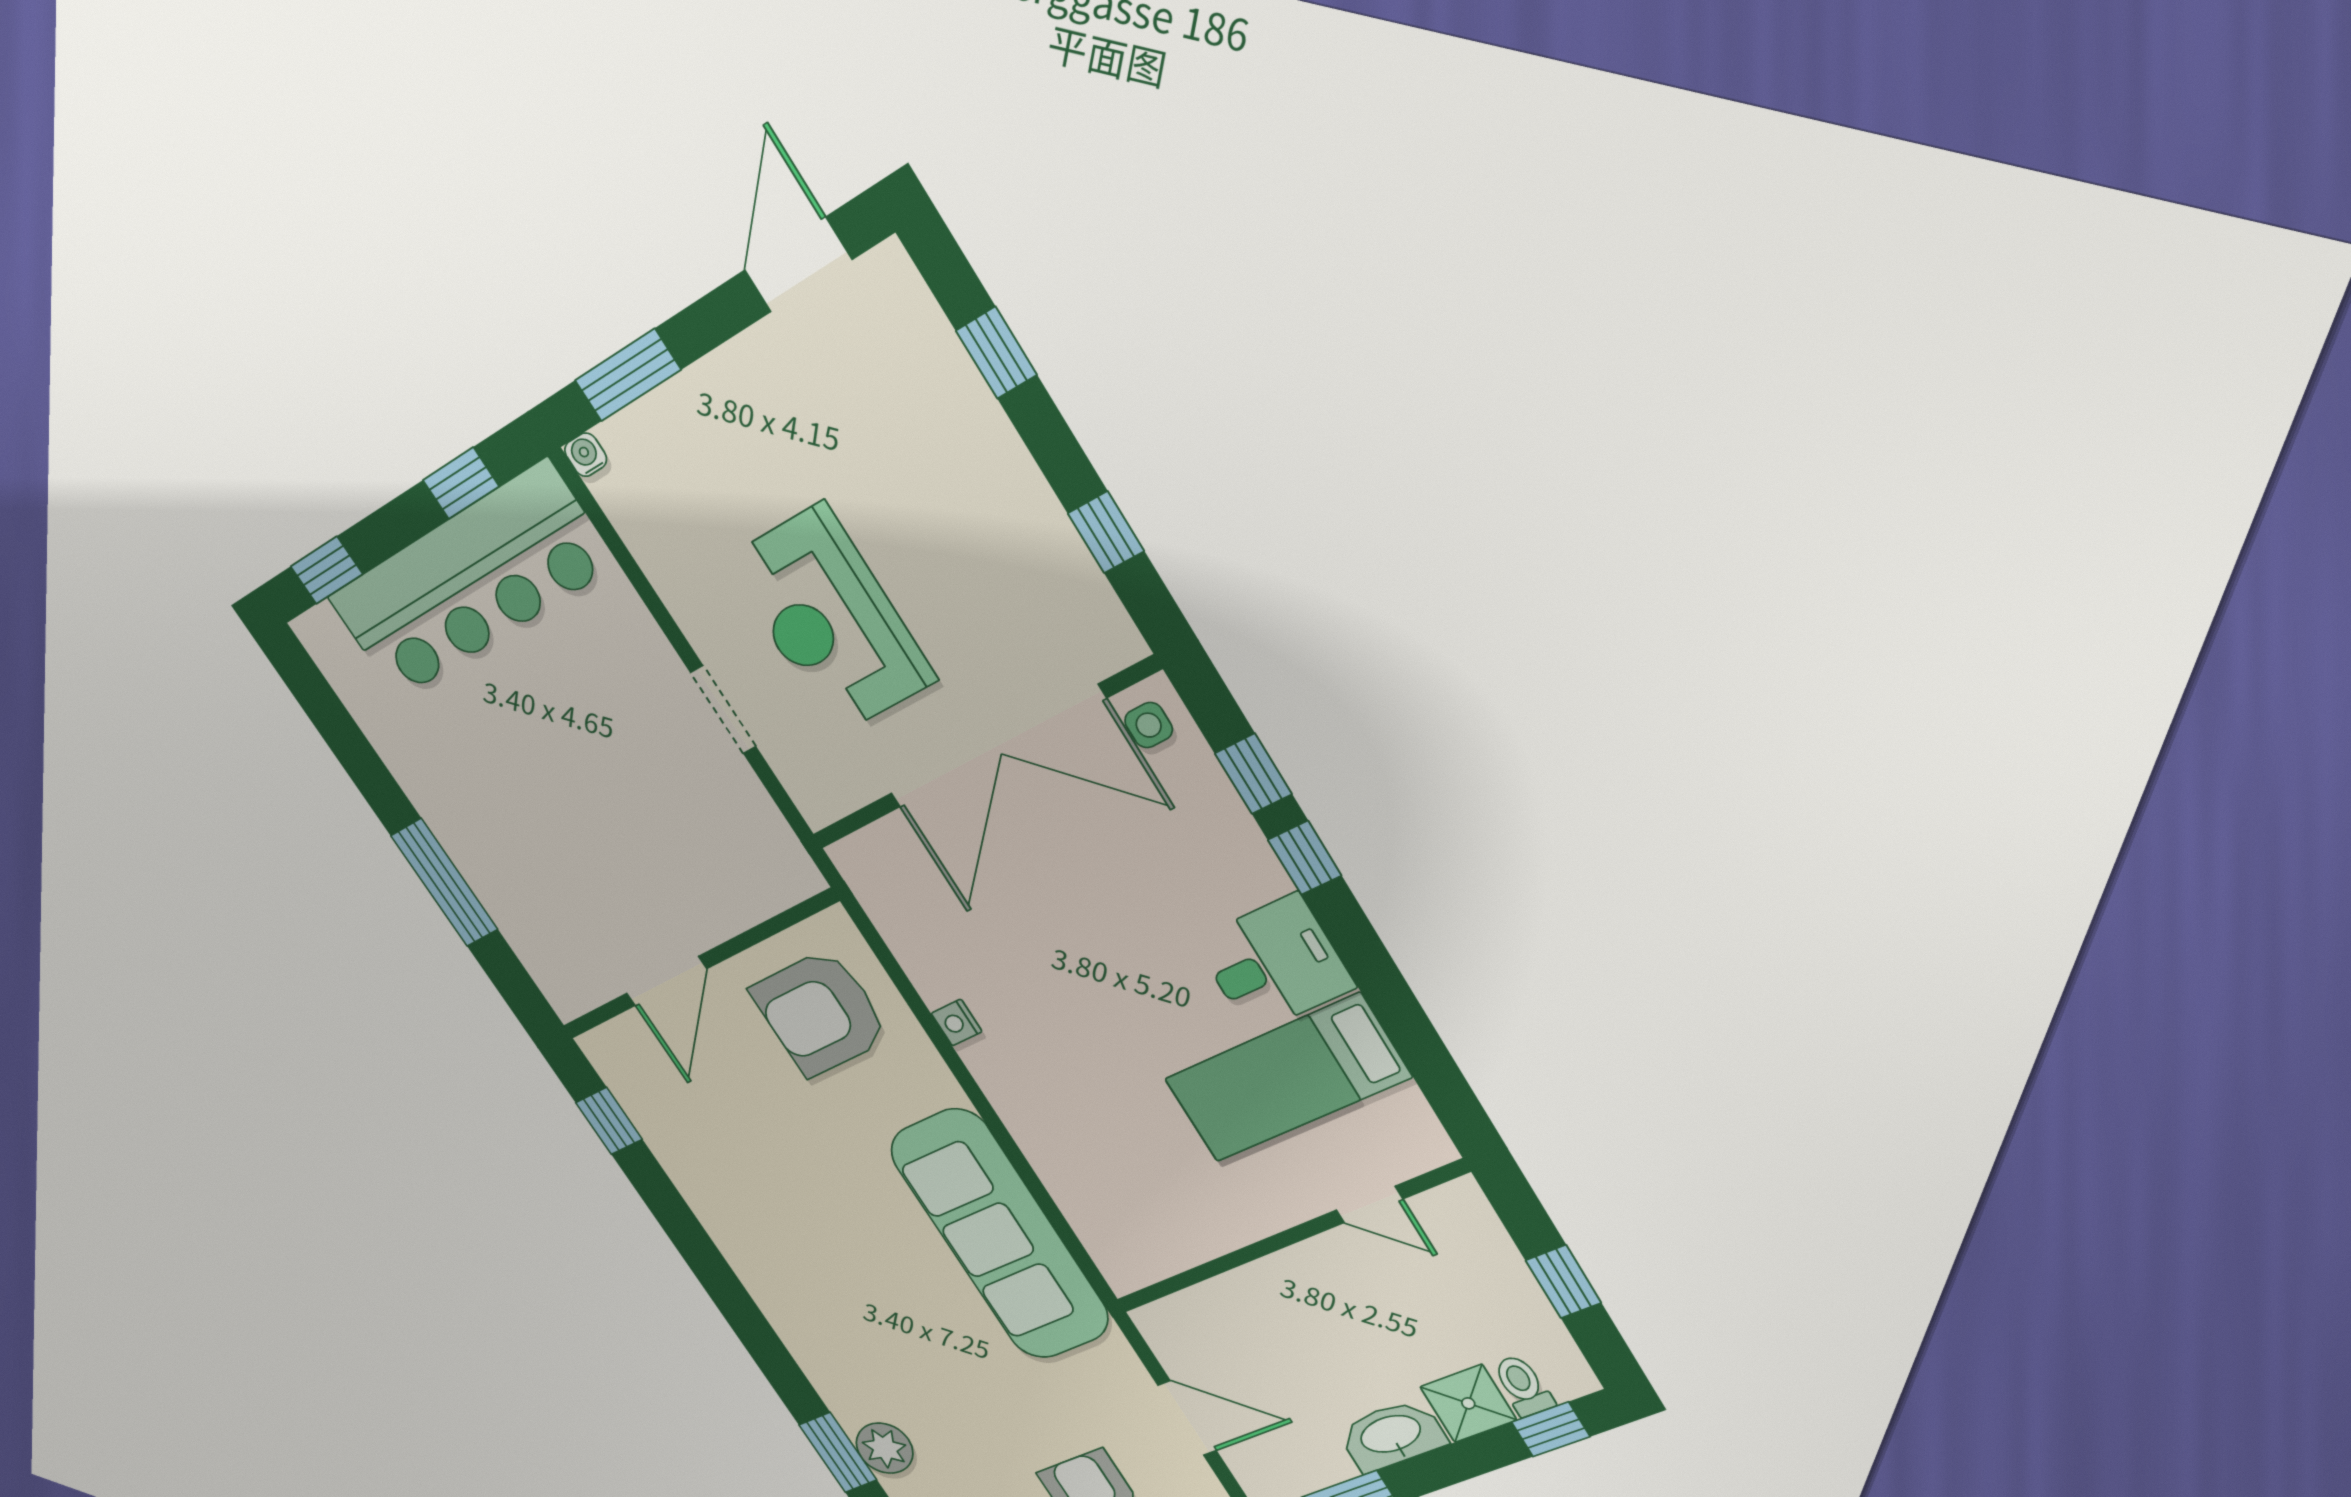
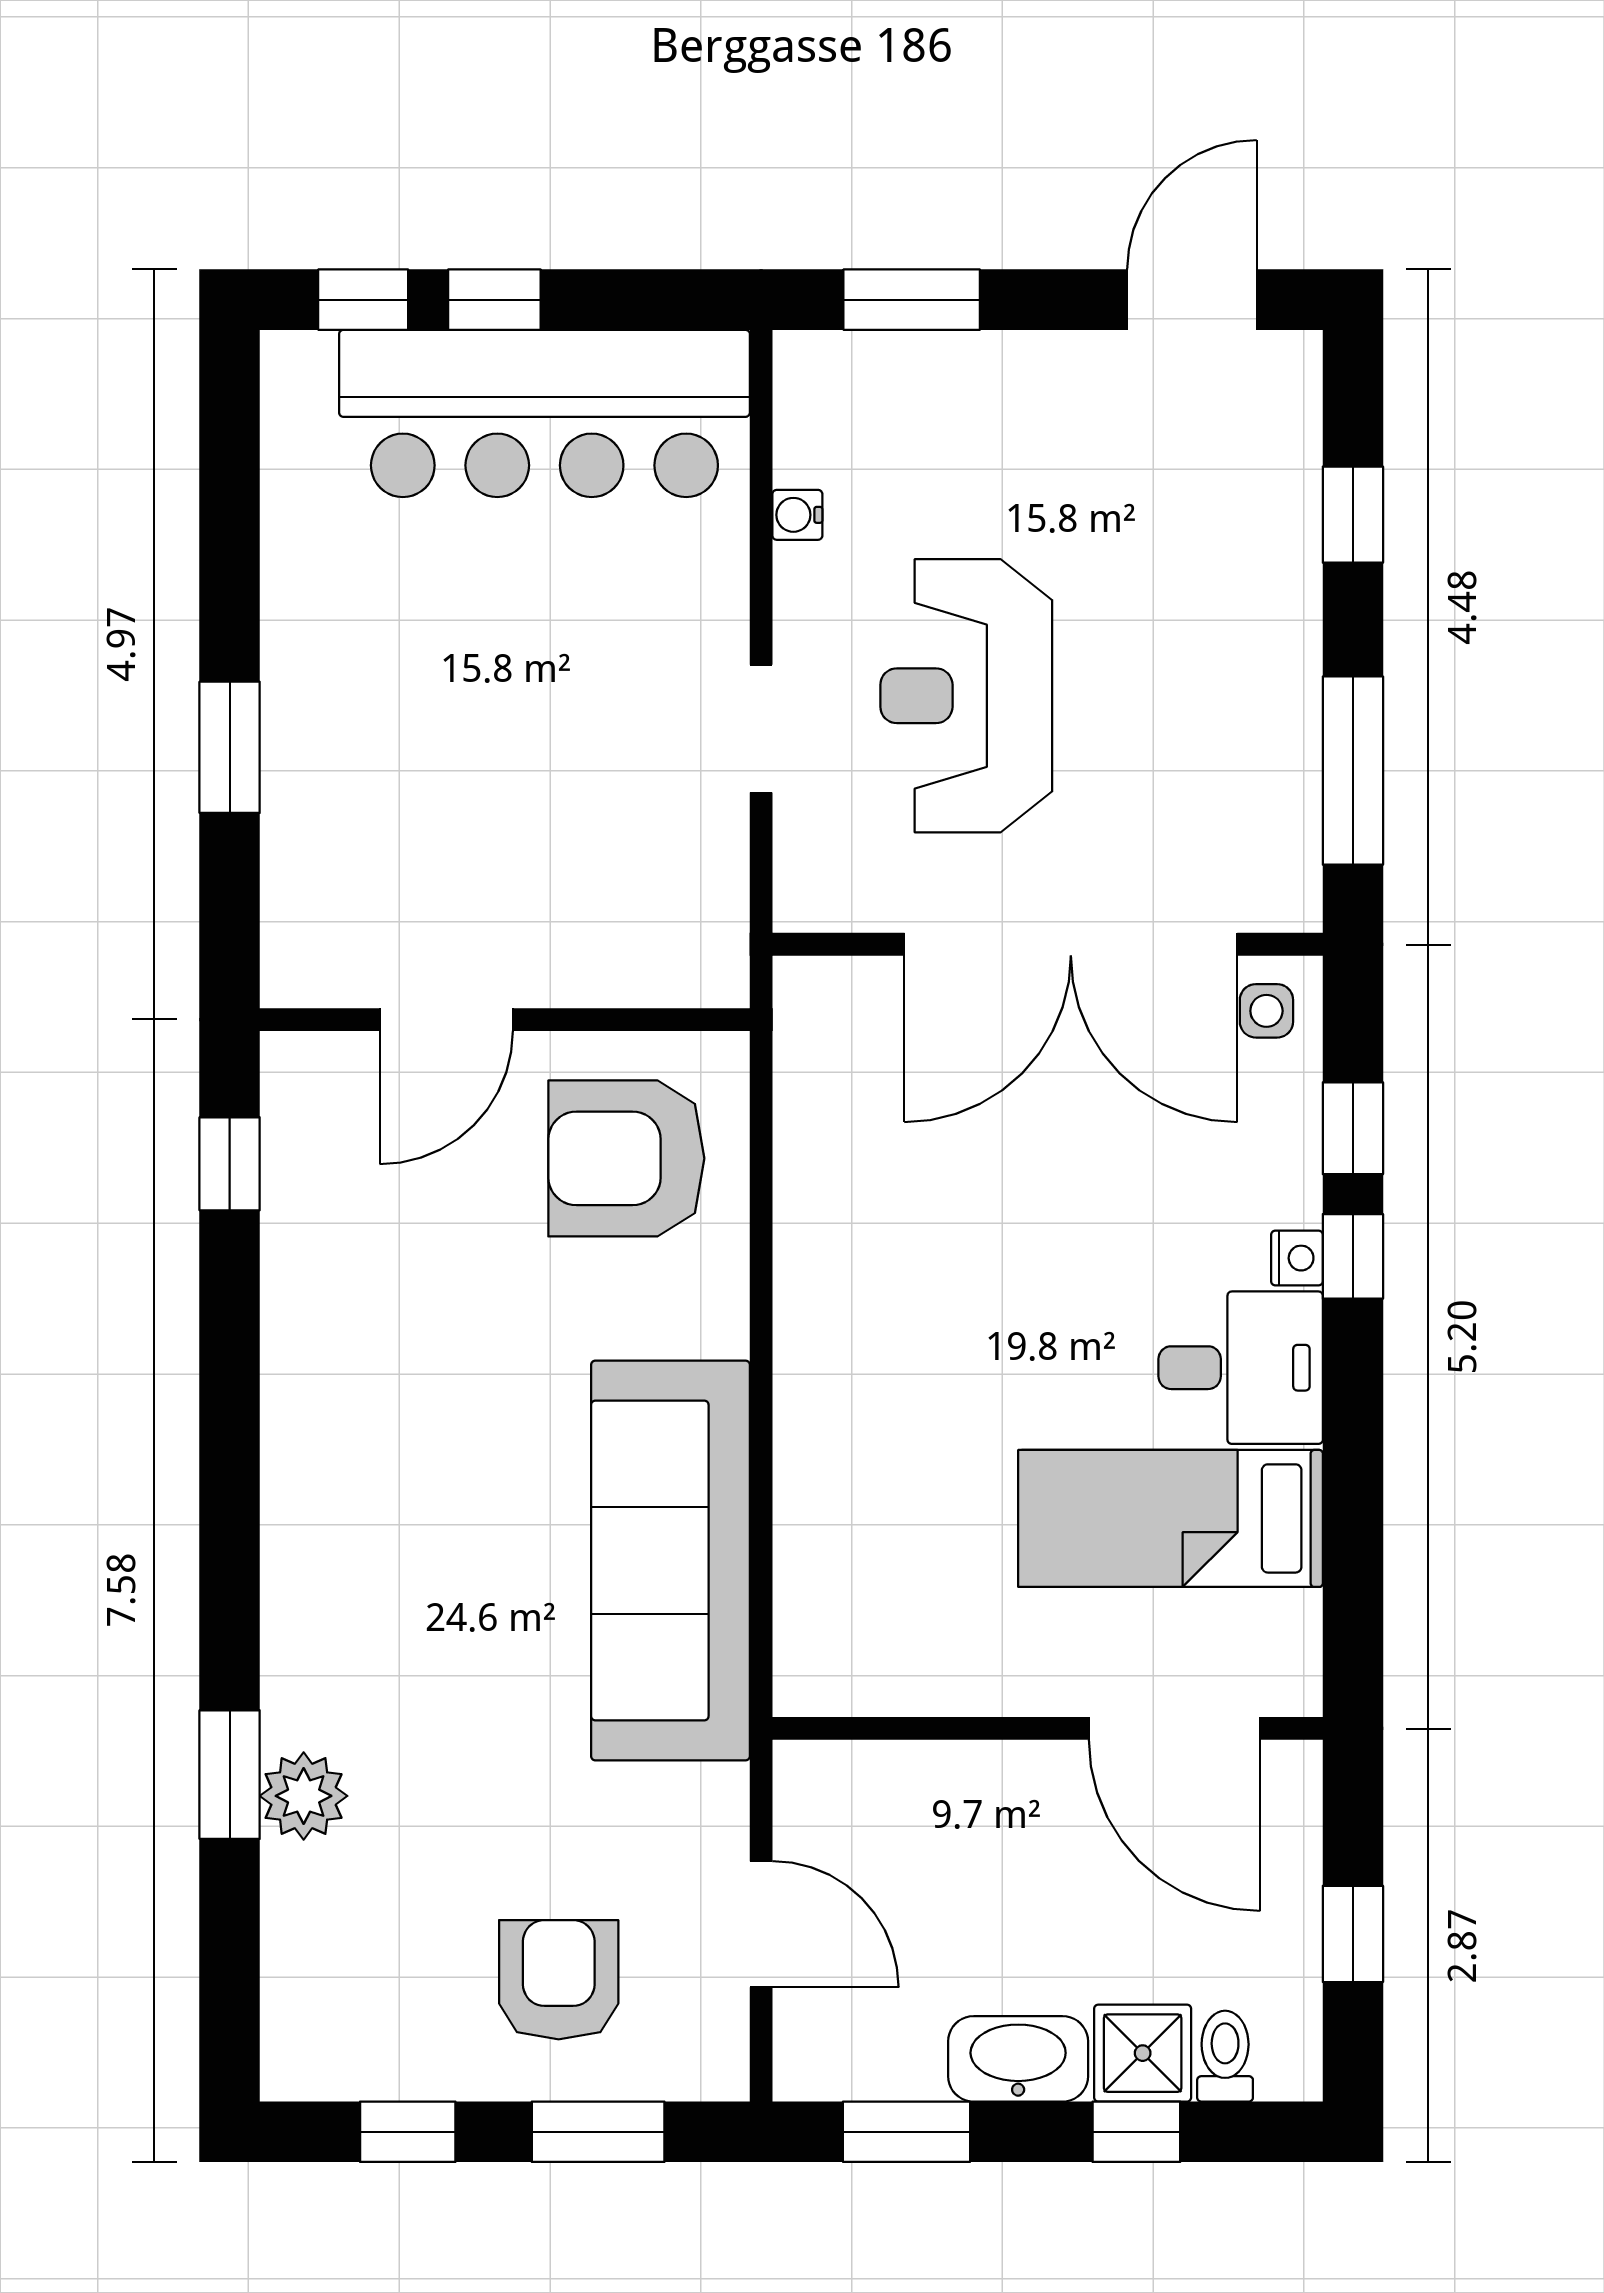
water cooler: (586, 455) -> (797, 515), moved, turned -90
window: (461, 483) -> (494, 300), moved
window: (1106, 532) -> (1353, 771), width x2.17
window: (444, 883) -> (230, 747), width x0.69
nightstand: (957, 1022) -> (1297, 1258), moved, turned 180
door: (1369, 1205) -> (1174, 1728), width x1.87
window: (1551, 1429) -> (1136, 2132), moved

